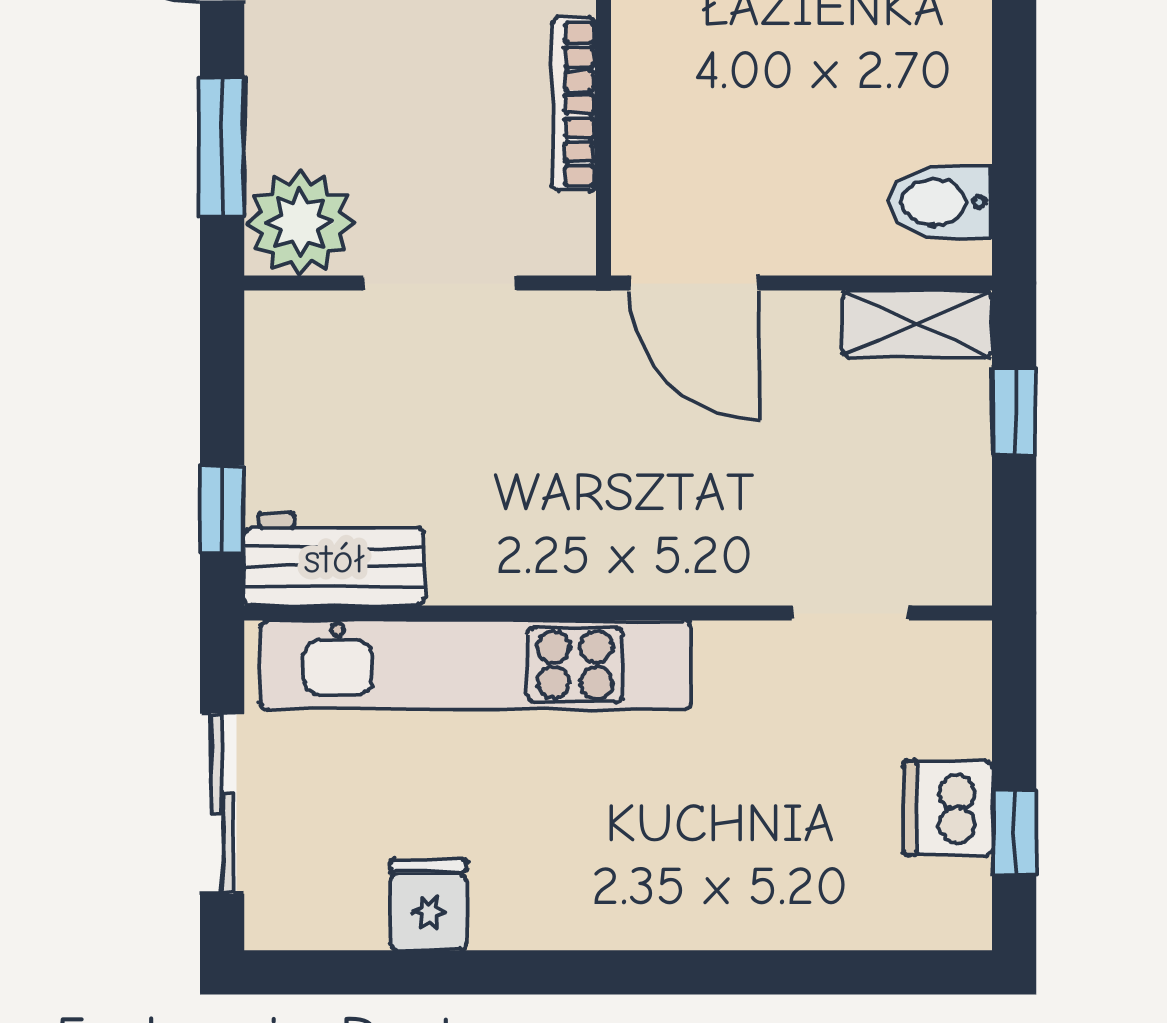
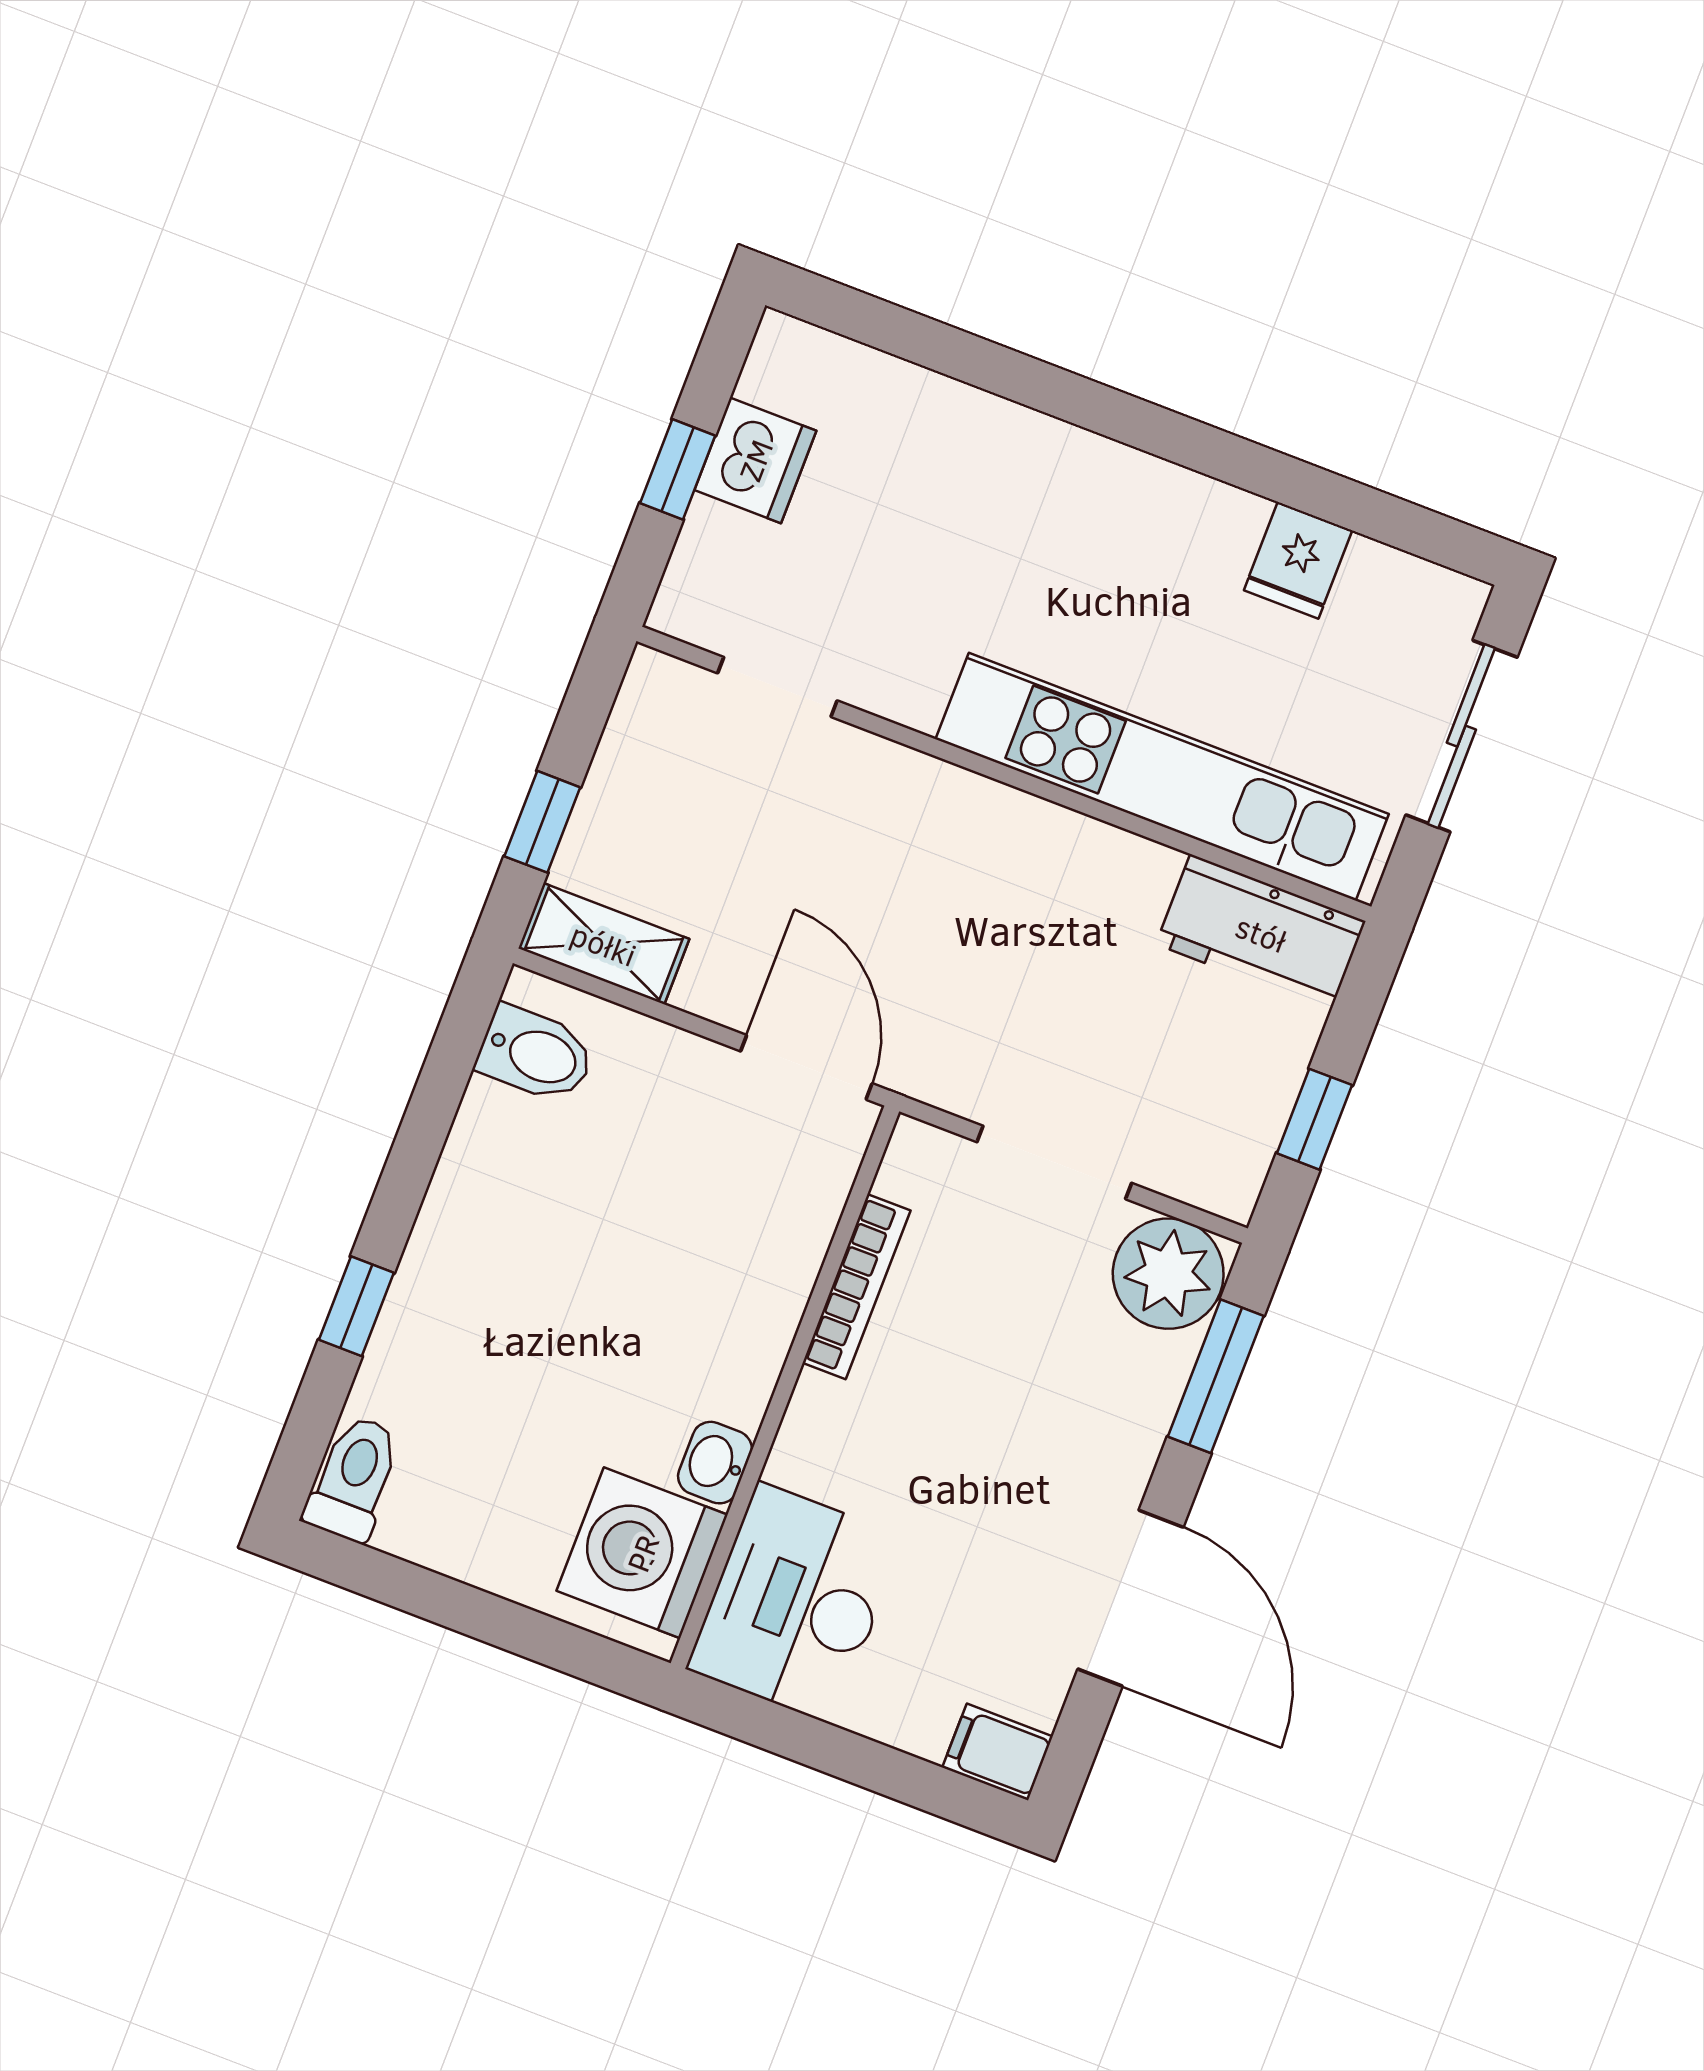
window: (222, 509) -> (1314, 1119), moved
window: (1014, 833) -> (678, 469), moved

